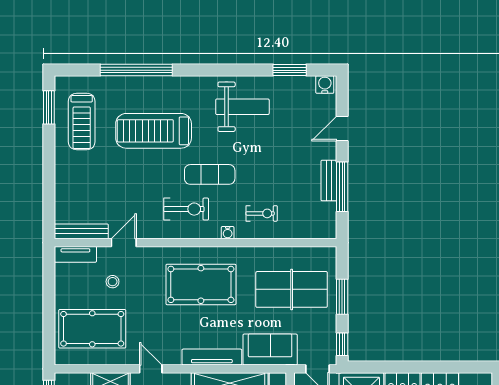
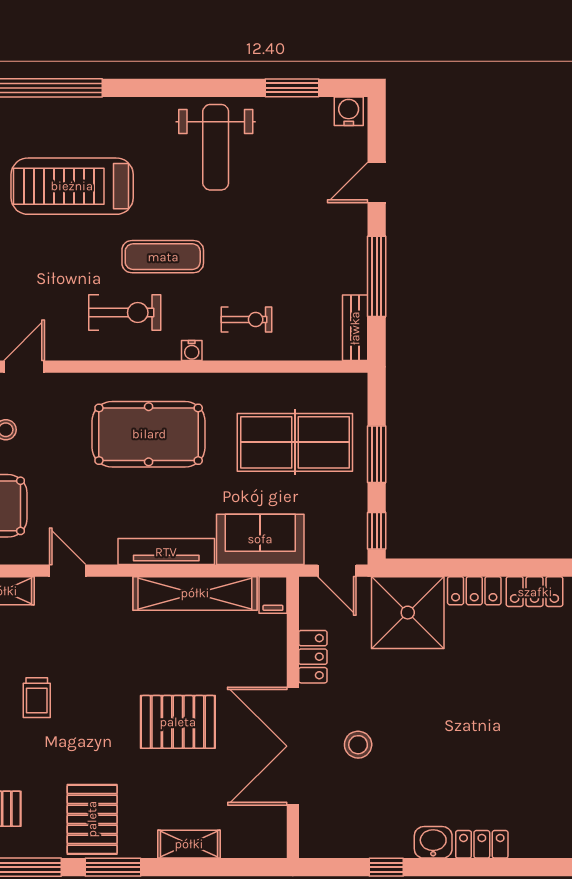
weight bench: (242, 107) -> (216, 147), turned 90
bench: (329, 181) -> (355, 328), moved

